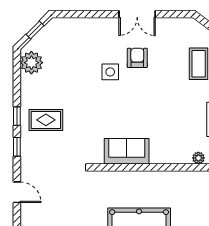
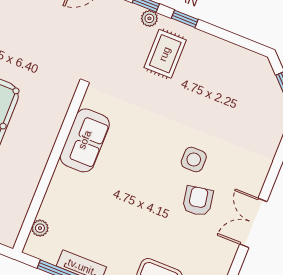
armchair: (137, 58) -> (198, 201), turned -100
plant: (31, 63) -> (149, 18), moved, width x0.53, depth x0.53

